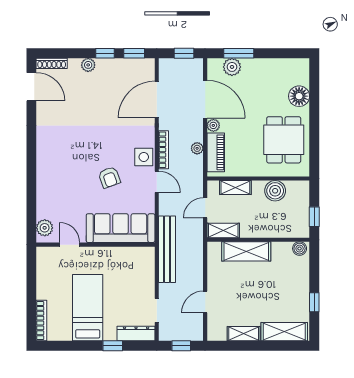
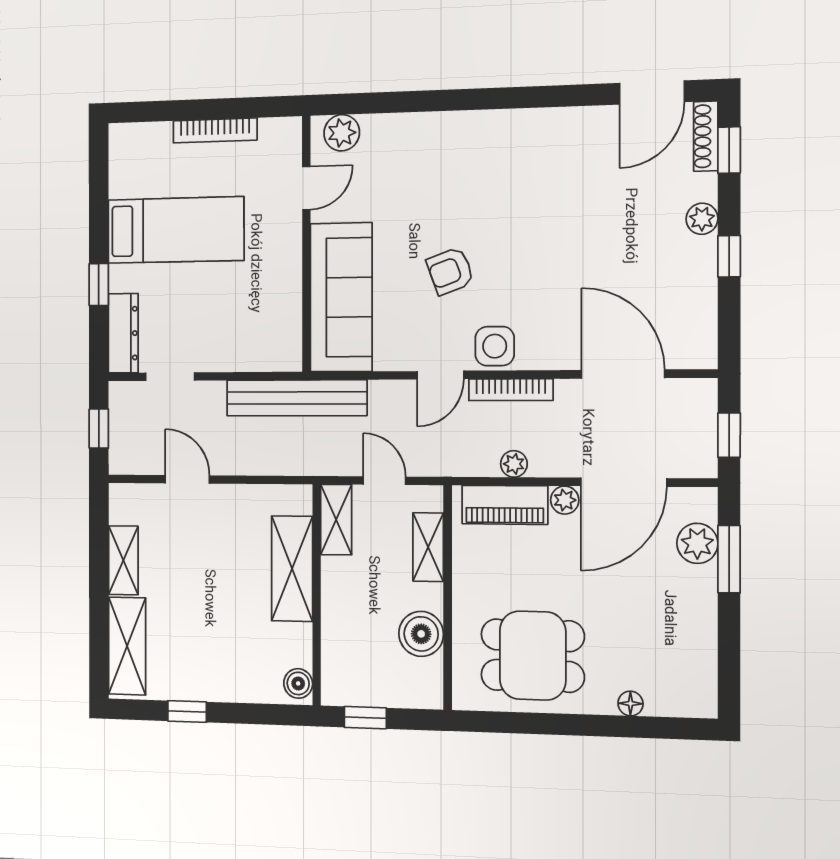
window: (134, 53) -> (729, 150), moved
floor lamp: (299, 96) -> (630, 704), width x0.53, depth x0.53
bookcase: (41, 321) -> (215, 130), moved

